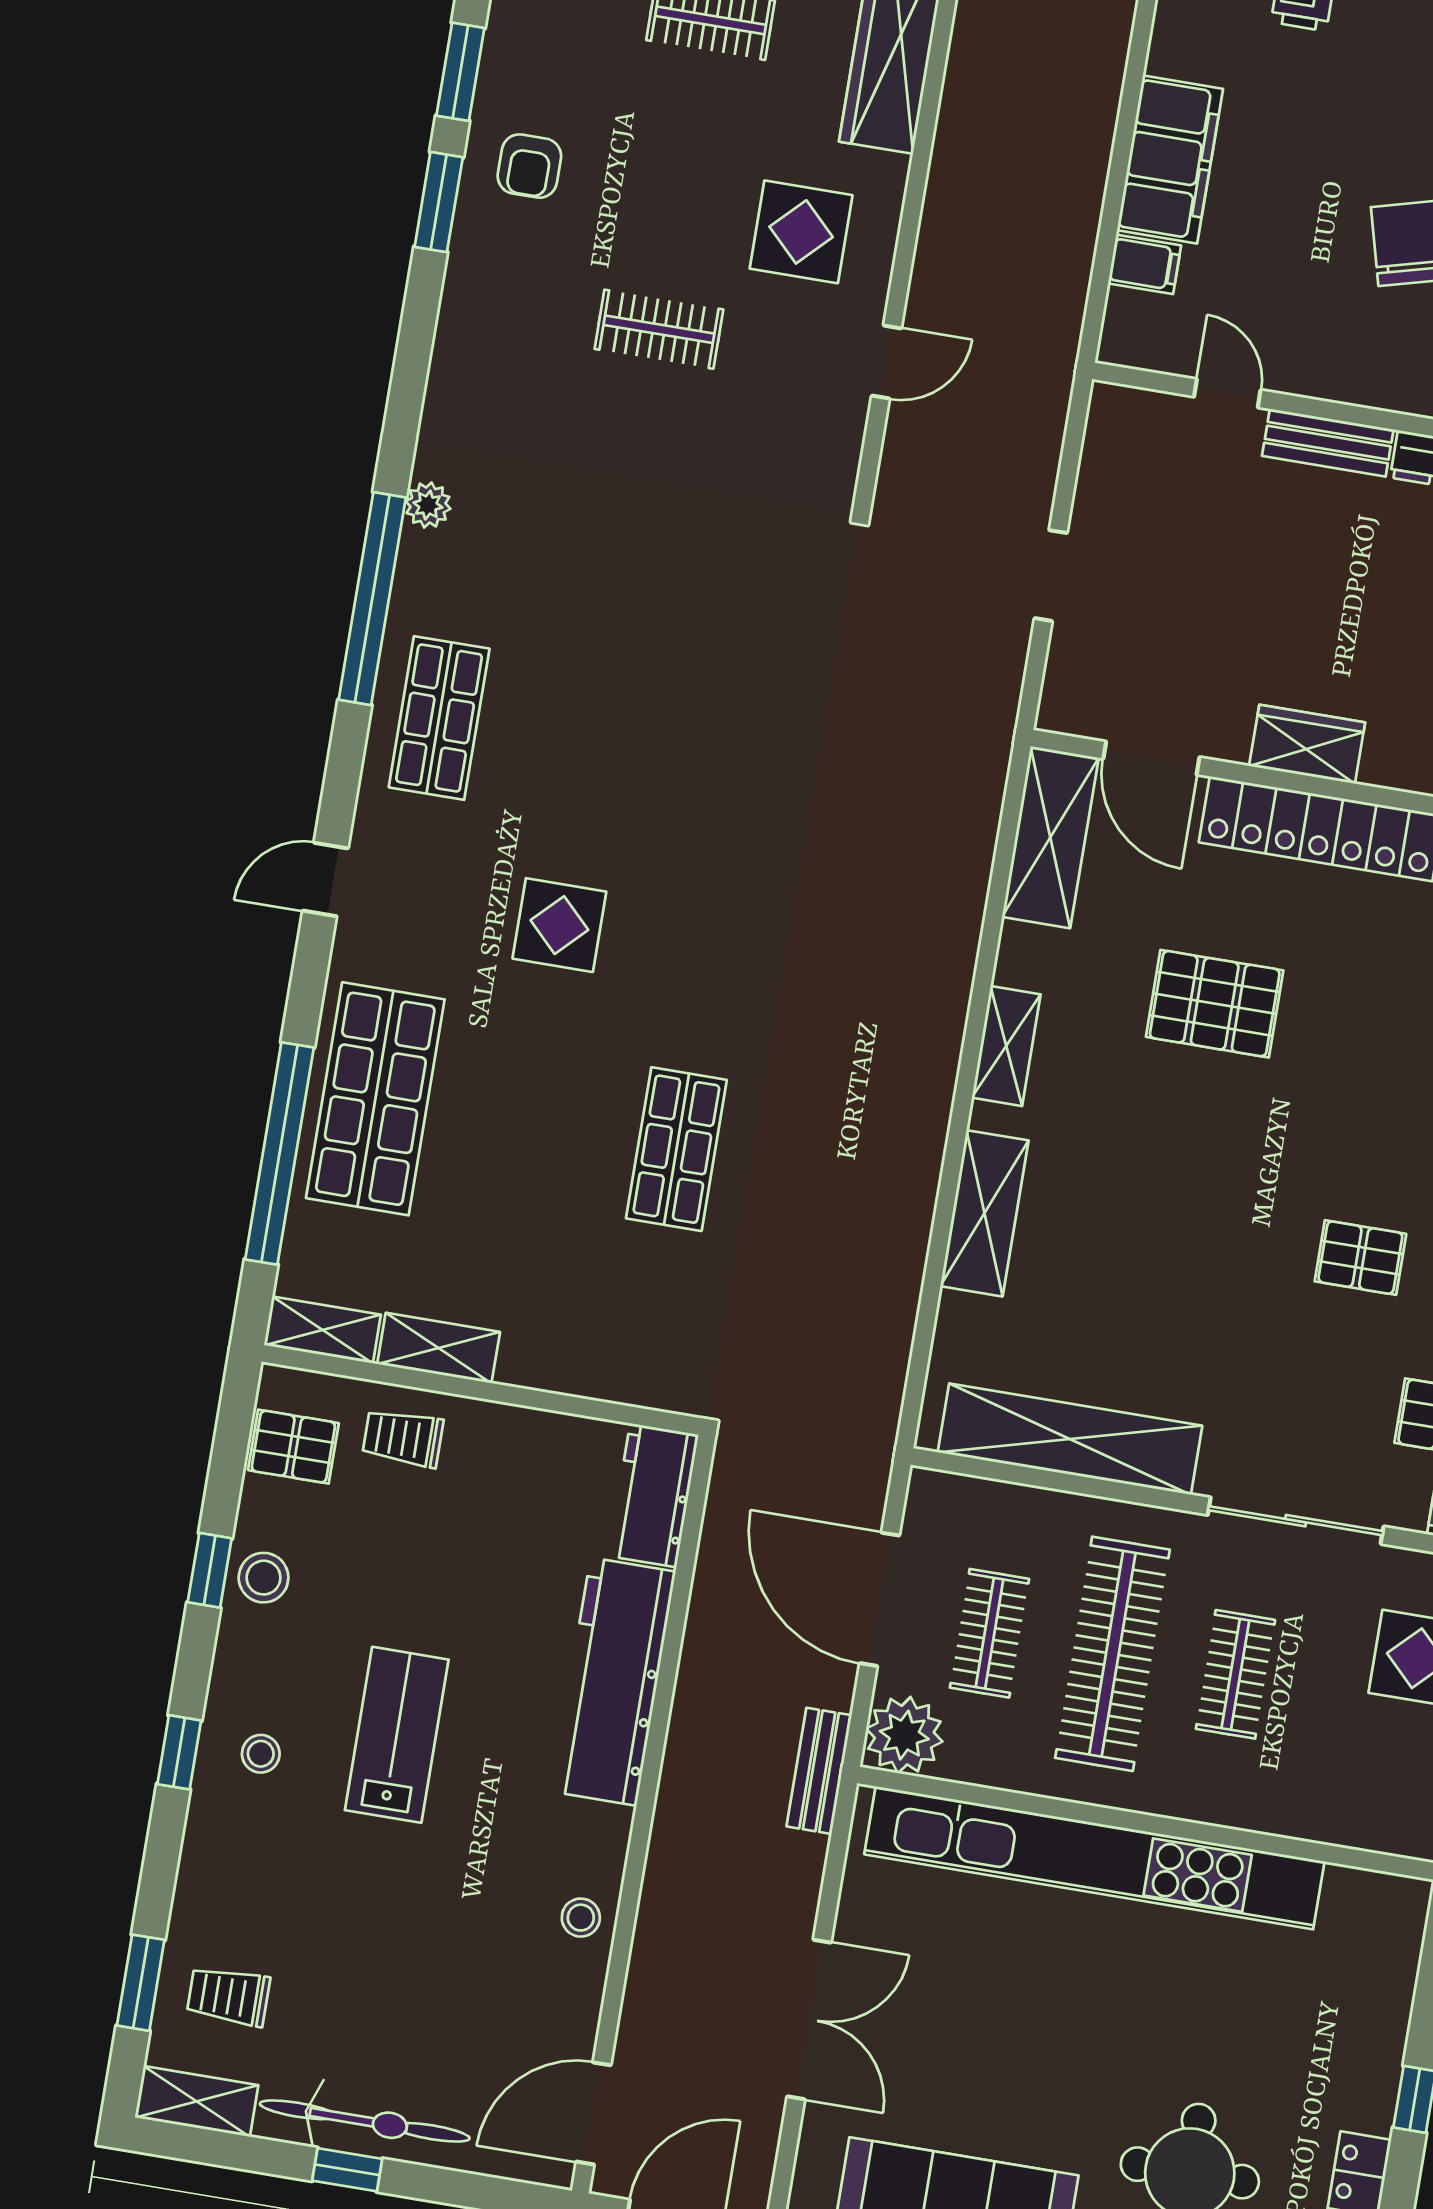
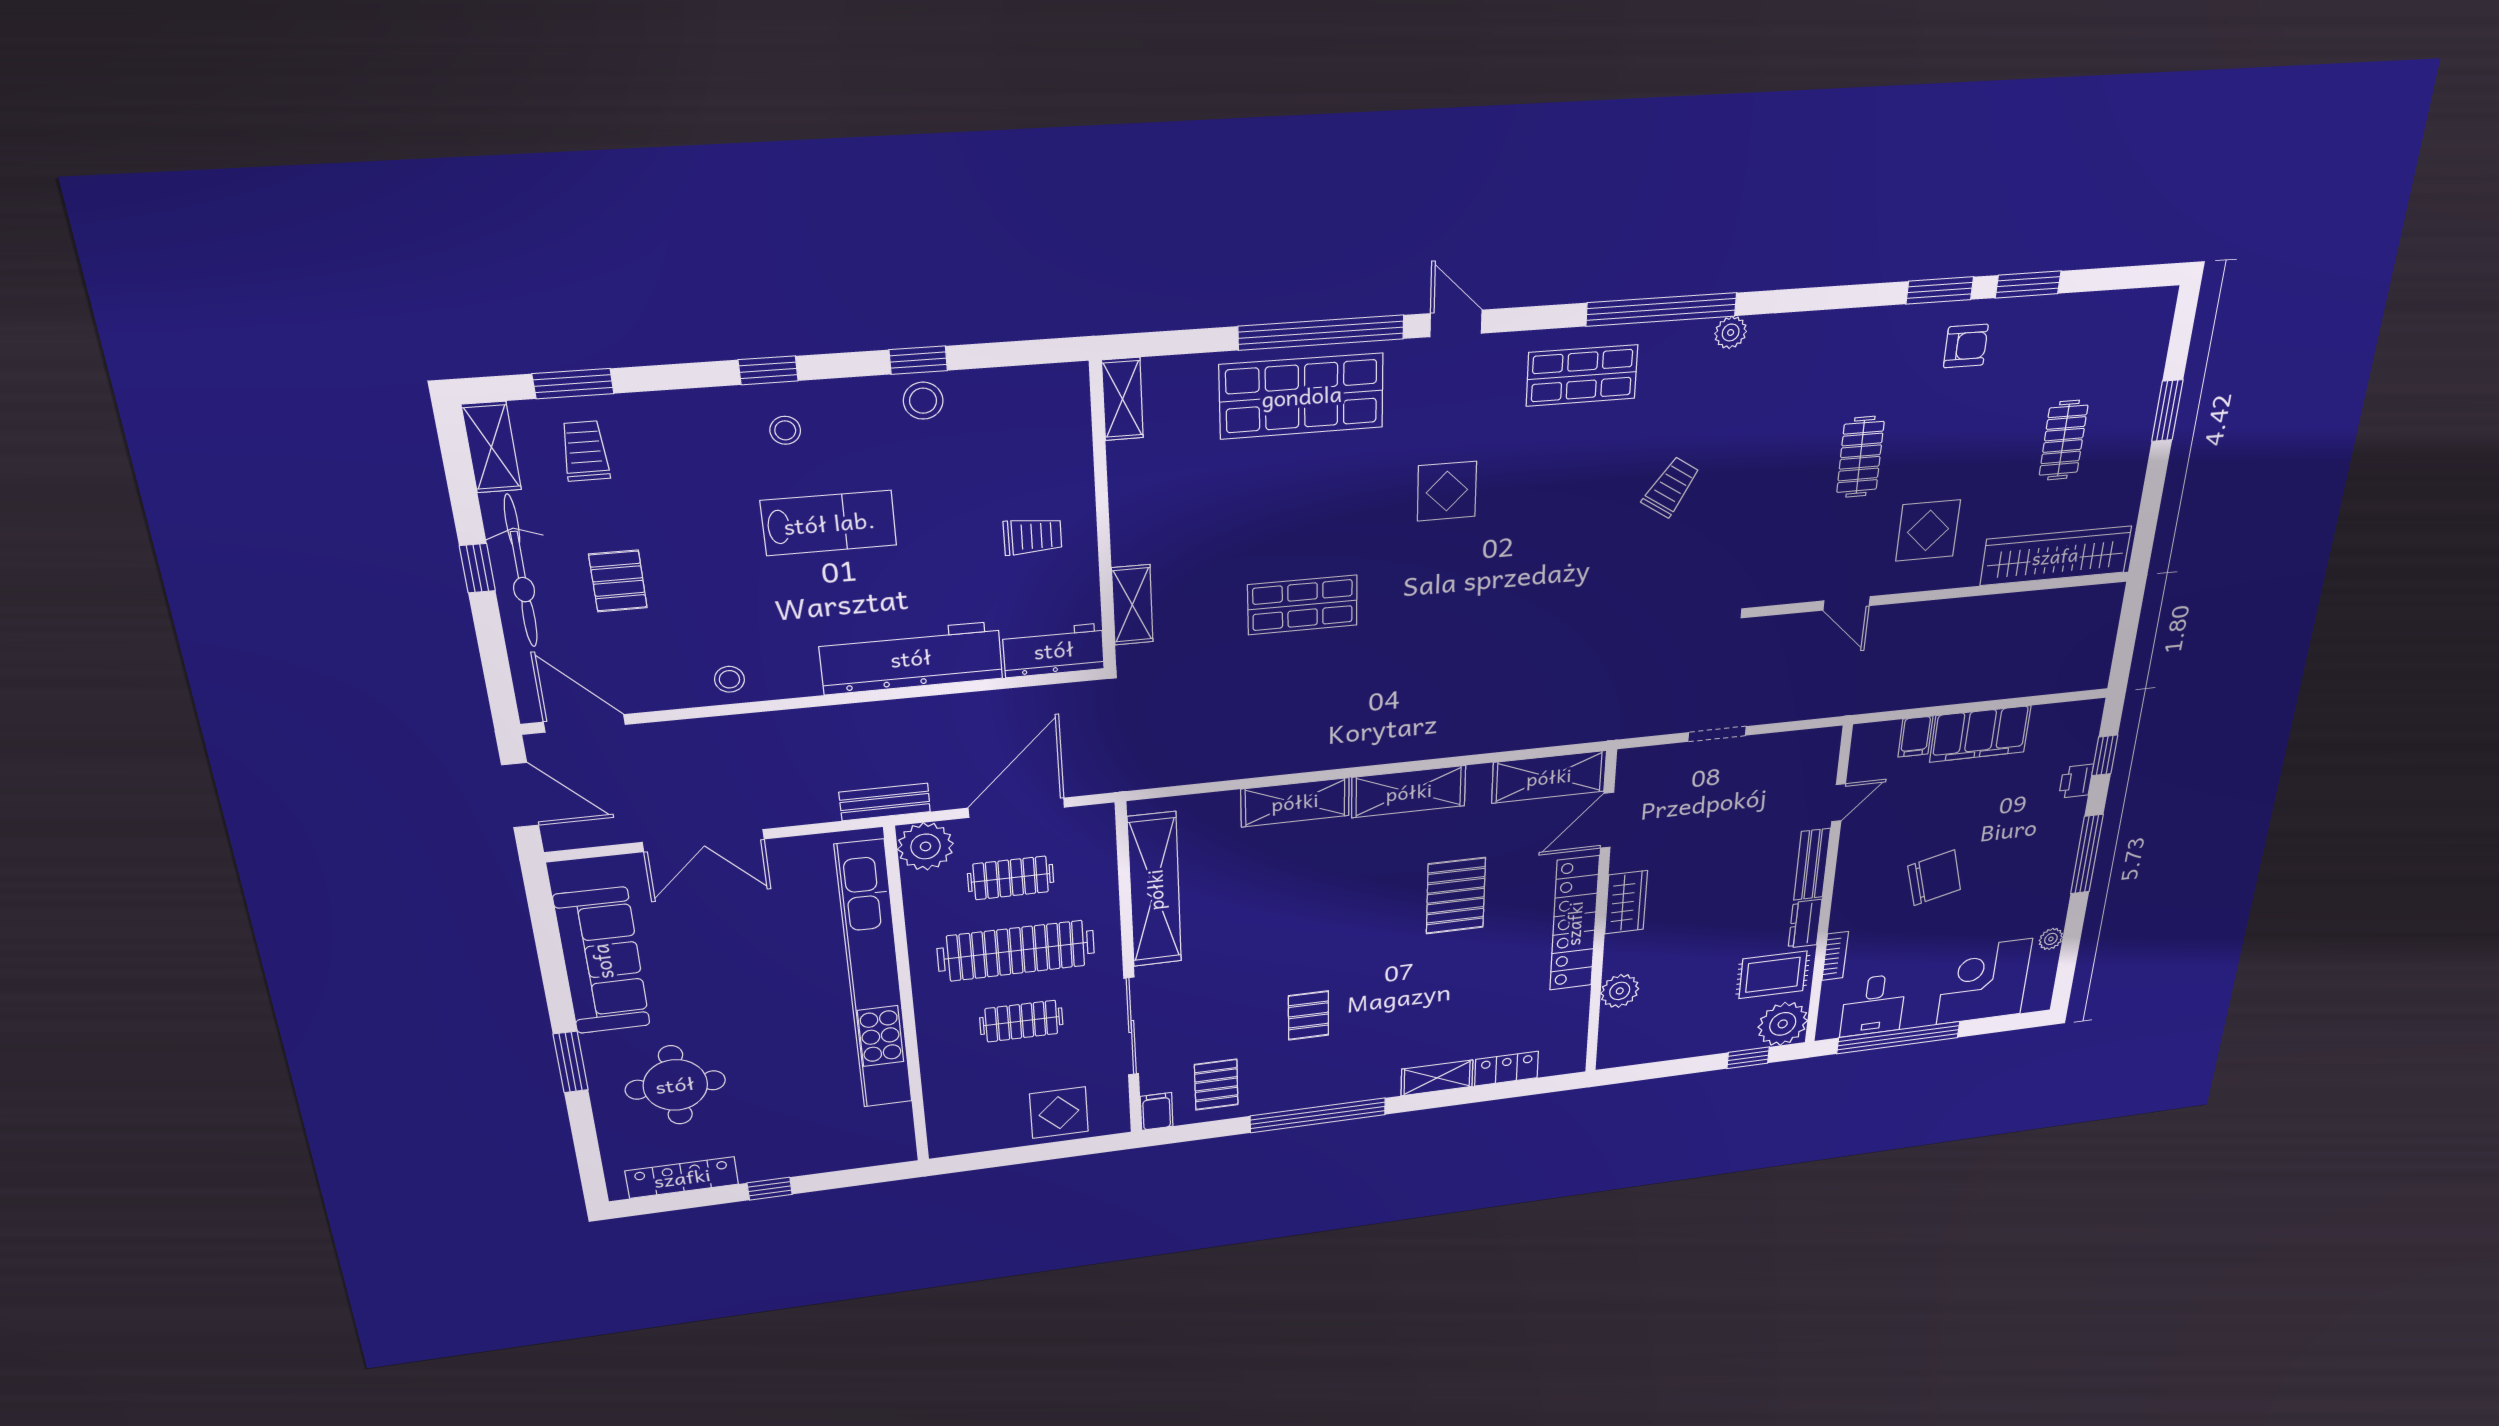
armchair: (529, 166) -> (1966, 346), turned 180
trolley: (634, 610) -> (1671, 487), added
shelving: (1006, 1046) -> (1409, 792), width x1.50, depth x1.33
window: (279, 1154) -> (1321, 333), moved
shelving: (439, 1348) -> (1132, 605), moved
trolley: (403, 1438) -> (1033, 536), moved, turned 90
pallet: (293, 1447) -> (618, 581), moved

